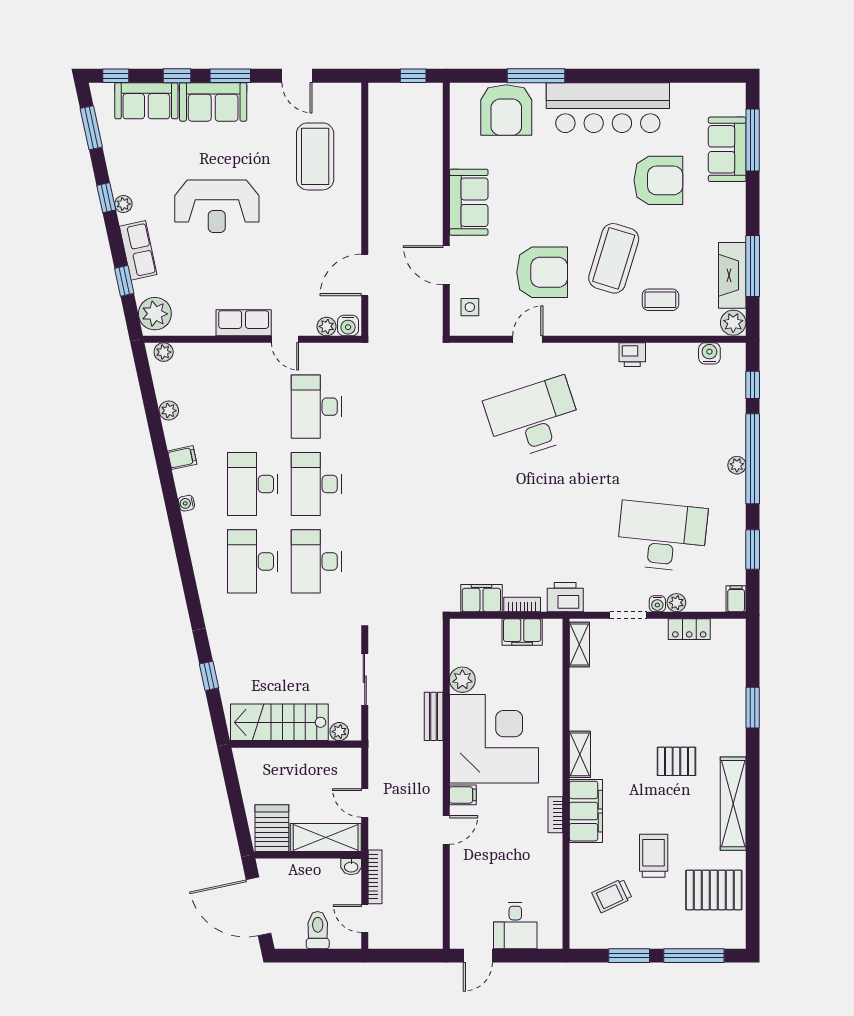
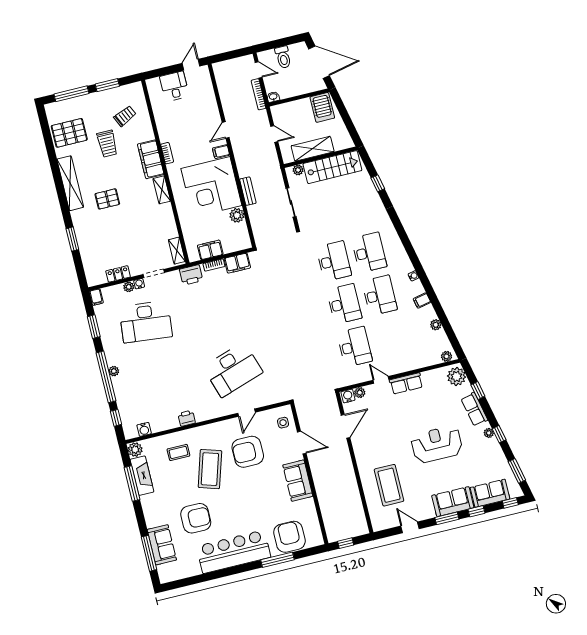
armchair: (658, 180) -> (196, 518), turned 180
shelving: (326, 837) -> (313, 149), moved

